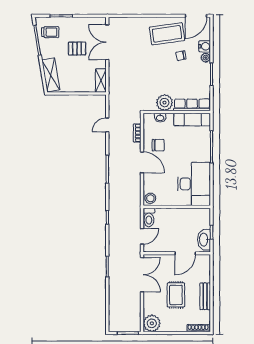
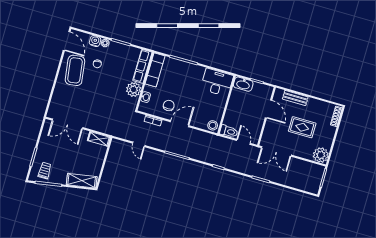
pallet: (77, 48) -> (65, 152), removed
desk: (194, 184) -> (217, 82), width x0.73, depth x0.77
washbasin: (204, 240) -> (243, 84), moved
double door: (142, 275) -> (276, 151), swing flipped
bench: (205, 296) -> (295, 98), moved

